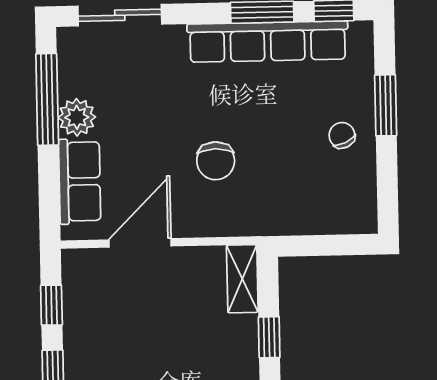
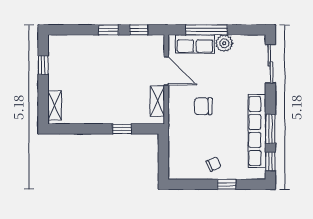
window: (47, 99) -> (206, 30), moved
window: (386, 105) -> (227, 184), width x0.67
shelving: (242, 279) -> (157, 101), moved, turned 90

